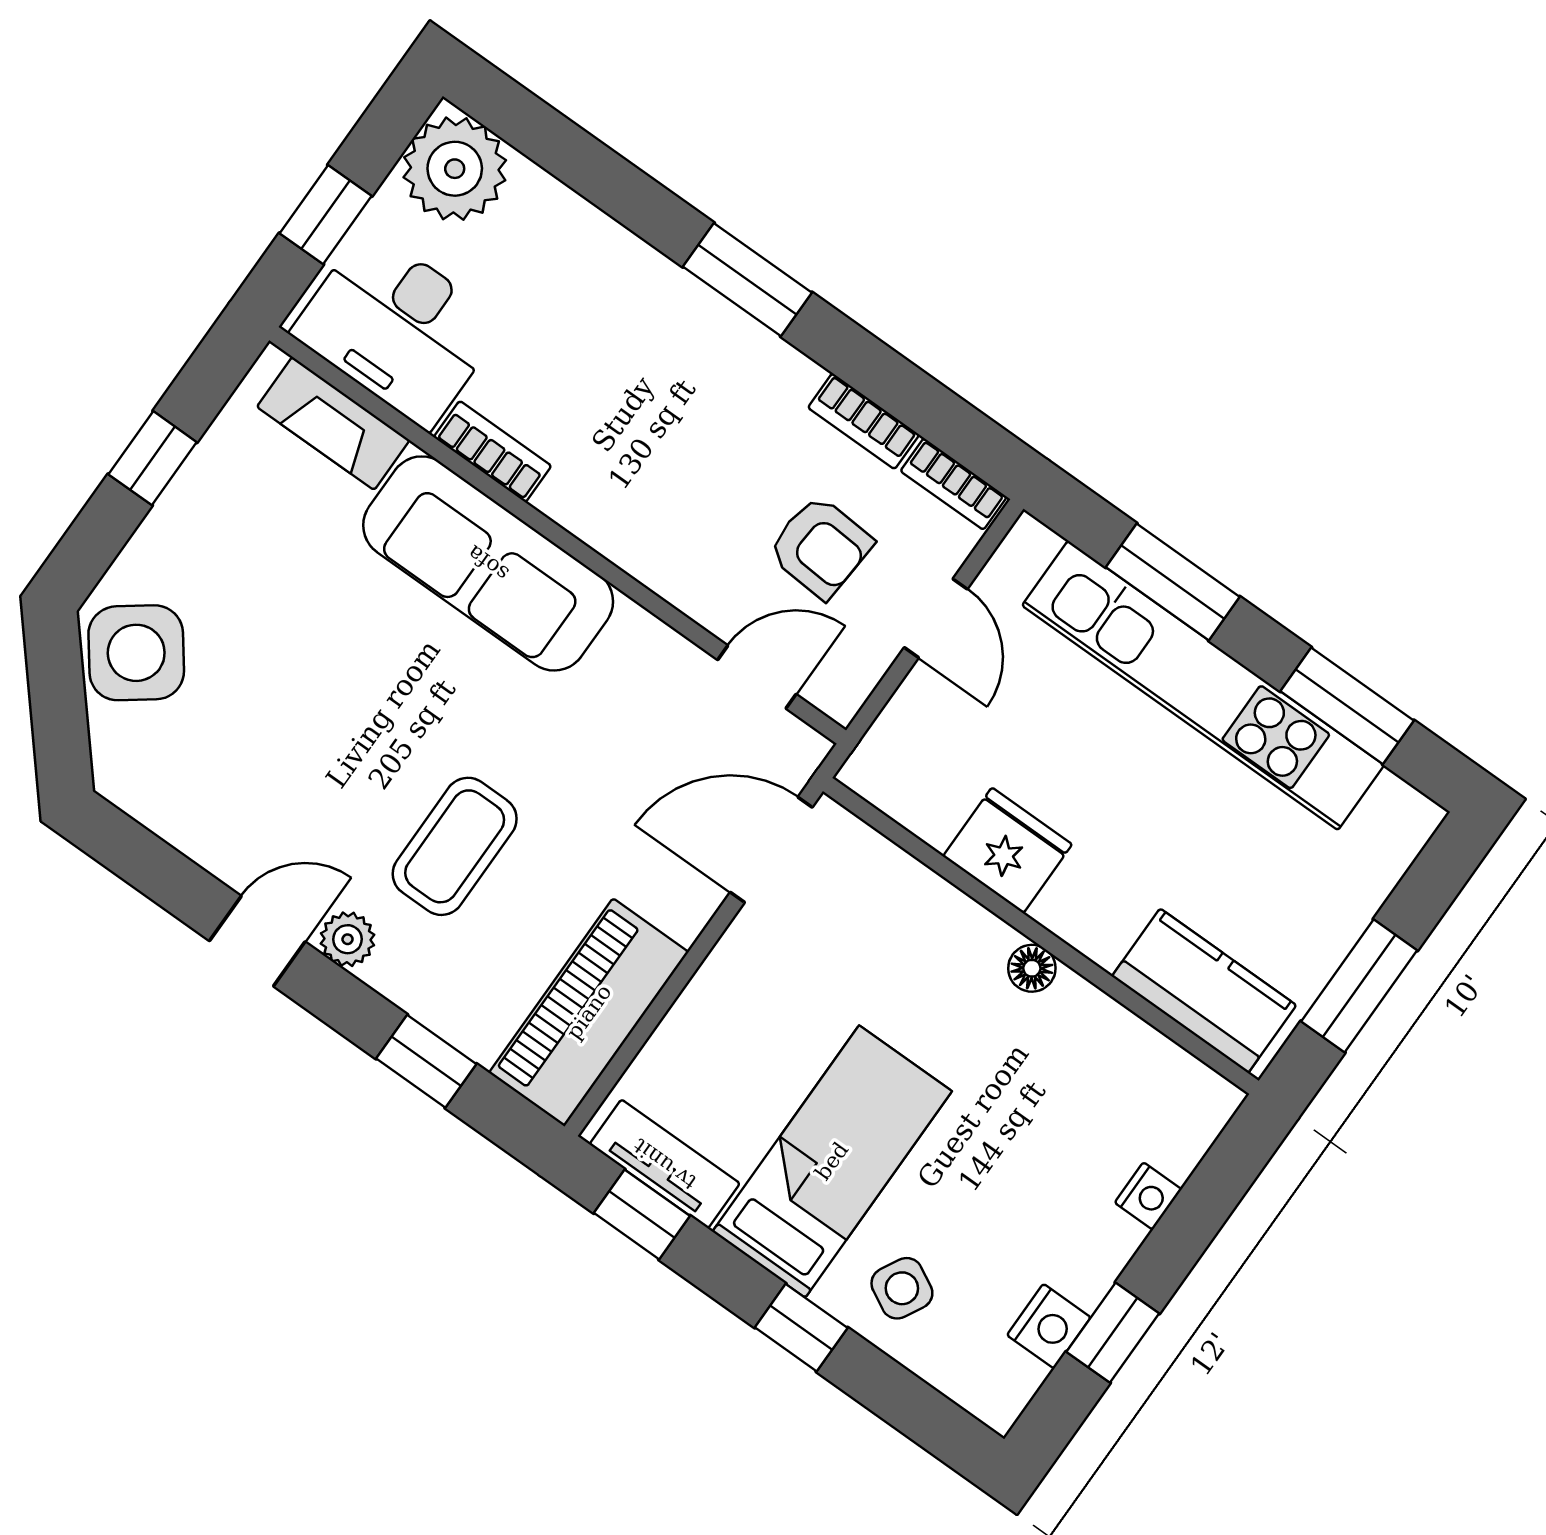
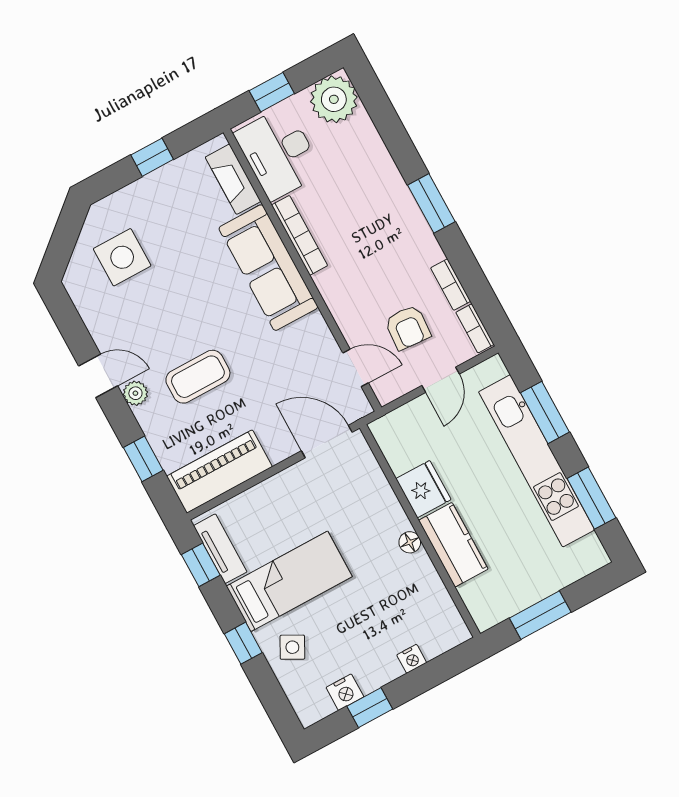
bookcase: (493, 452) -> (299, 235), width x1.56
side table: (136, 653) -> (122, 257), moved, turned 37
kitchen counter: (1204, 991) -> (453, 545), moved

